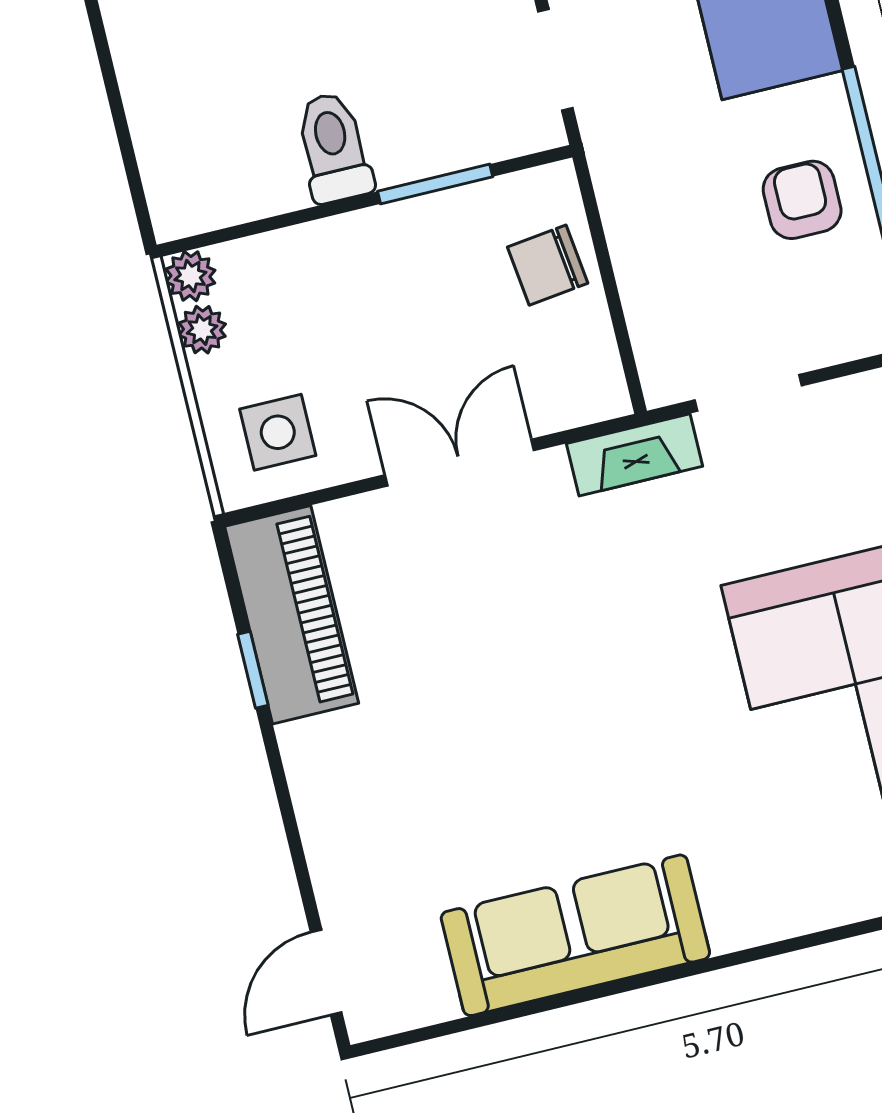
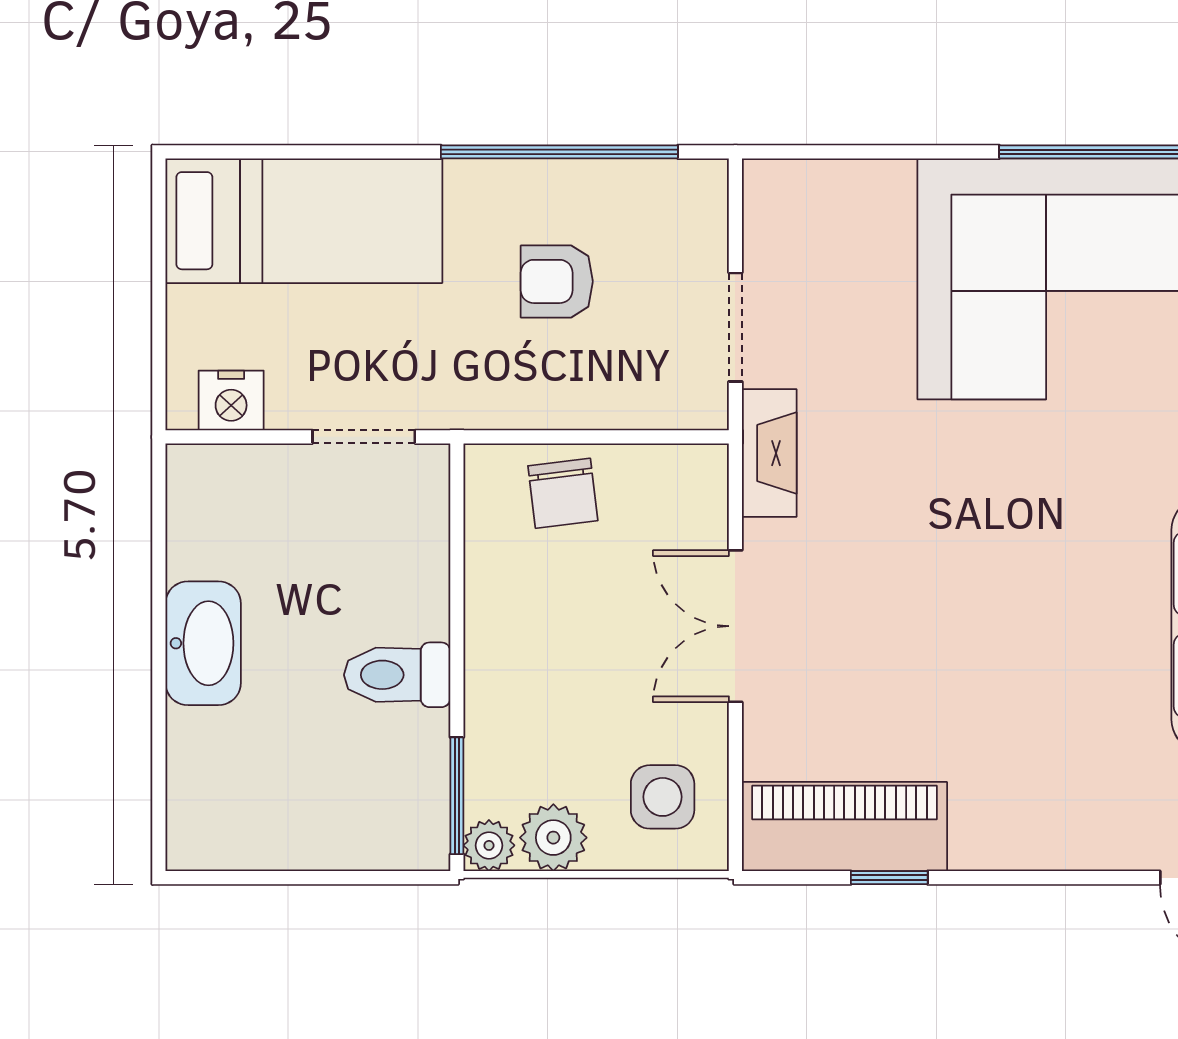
window: (435, 184) -> (457, 796), moved
armchair: (802, 200) -> (557, 281), moved
plant: (202, 330) -> (553, 838), width x1.38, depth x1.38

